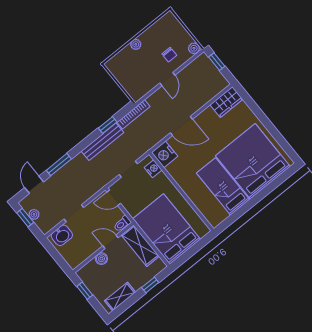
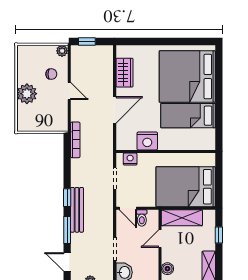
plant: (136, 44) -> (27, 94), width x1.88, depth x1.88
wardrobe: (226, 102) -> (125, 73), moved
window: (108, 125) -> (67, 198), moved
bench: (102, 142) -> (77, 210), moved
nightstand: (165, 154) -> (147, 141), moved
door: (114, 198) -> (128, 208), hinge flipped
toilet: (122, 224) -> (142, 218), moved
boiler: (101, 259) -> (167, 269), moved

